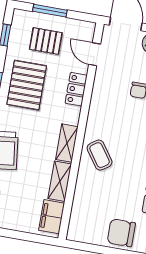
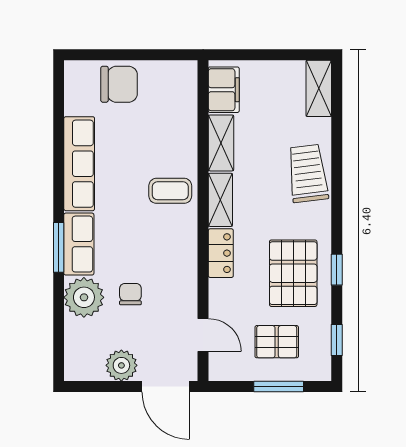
locker: (76, 89) -> (221, 253), moved
coffee table: (100, 155) -> (170, 191), turned -55

